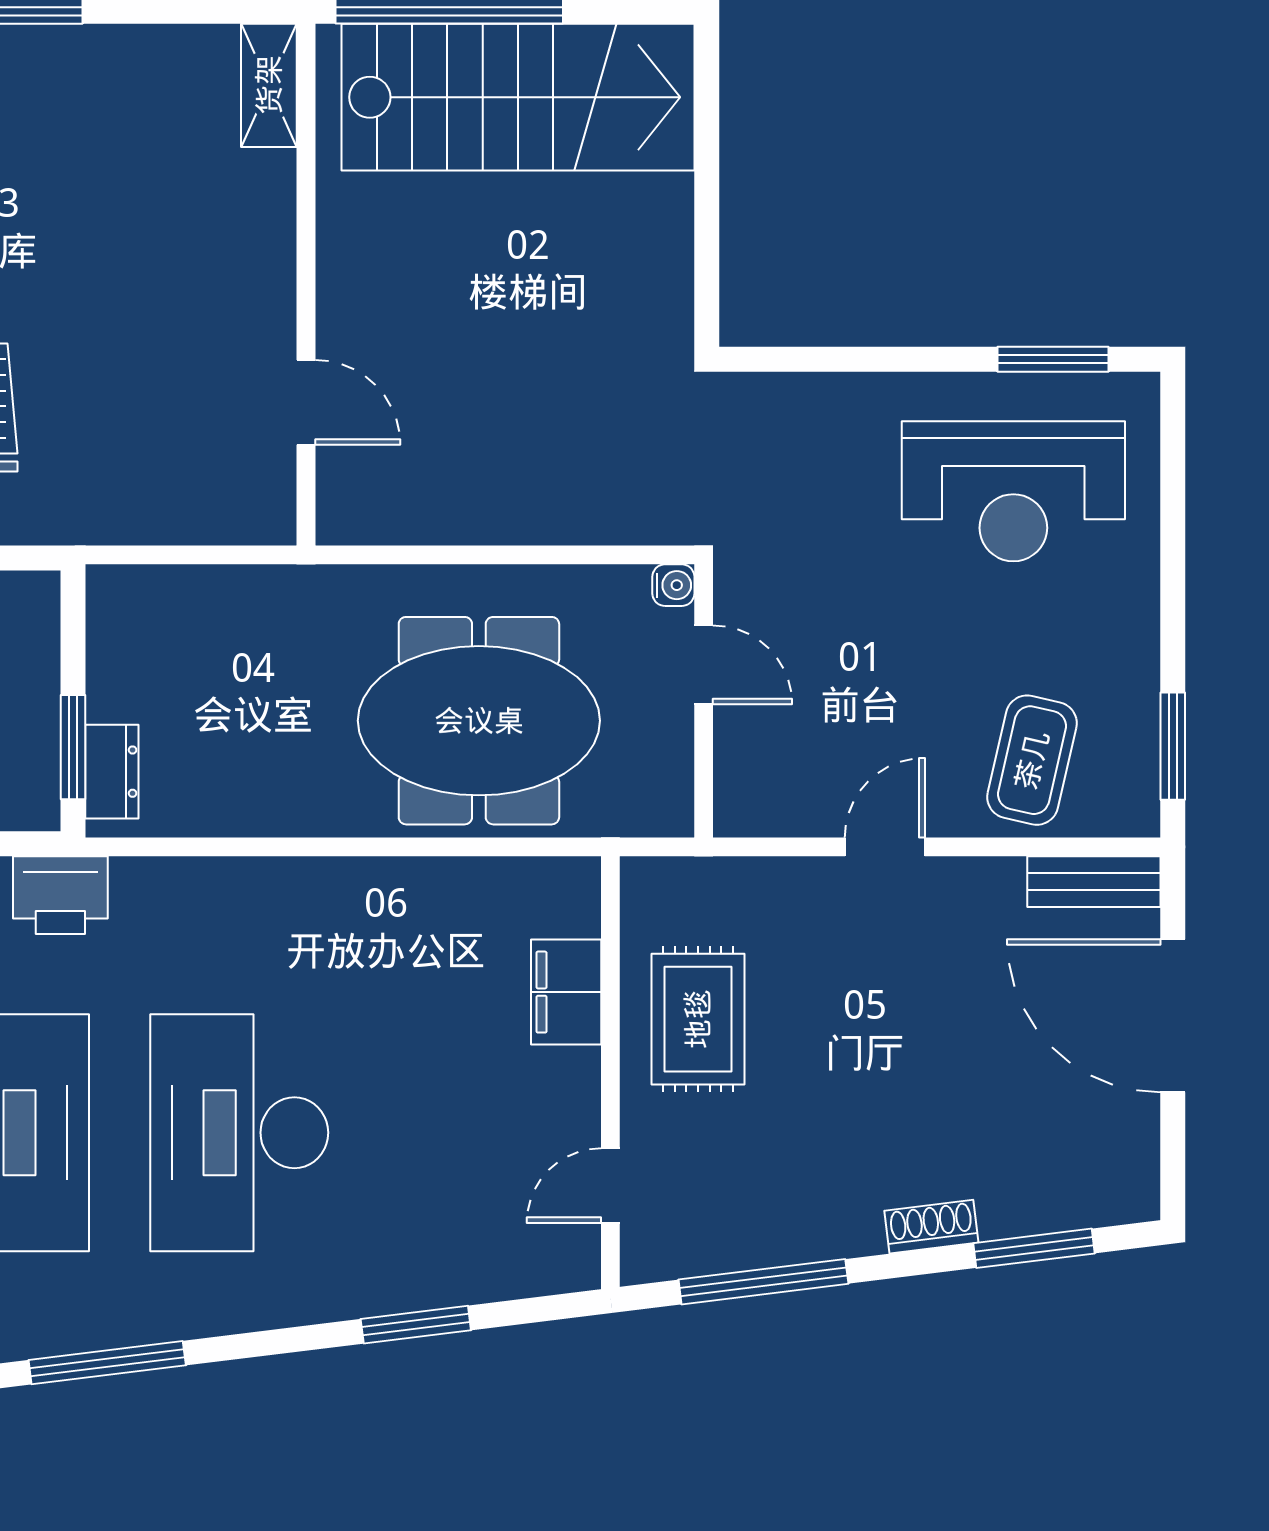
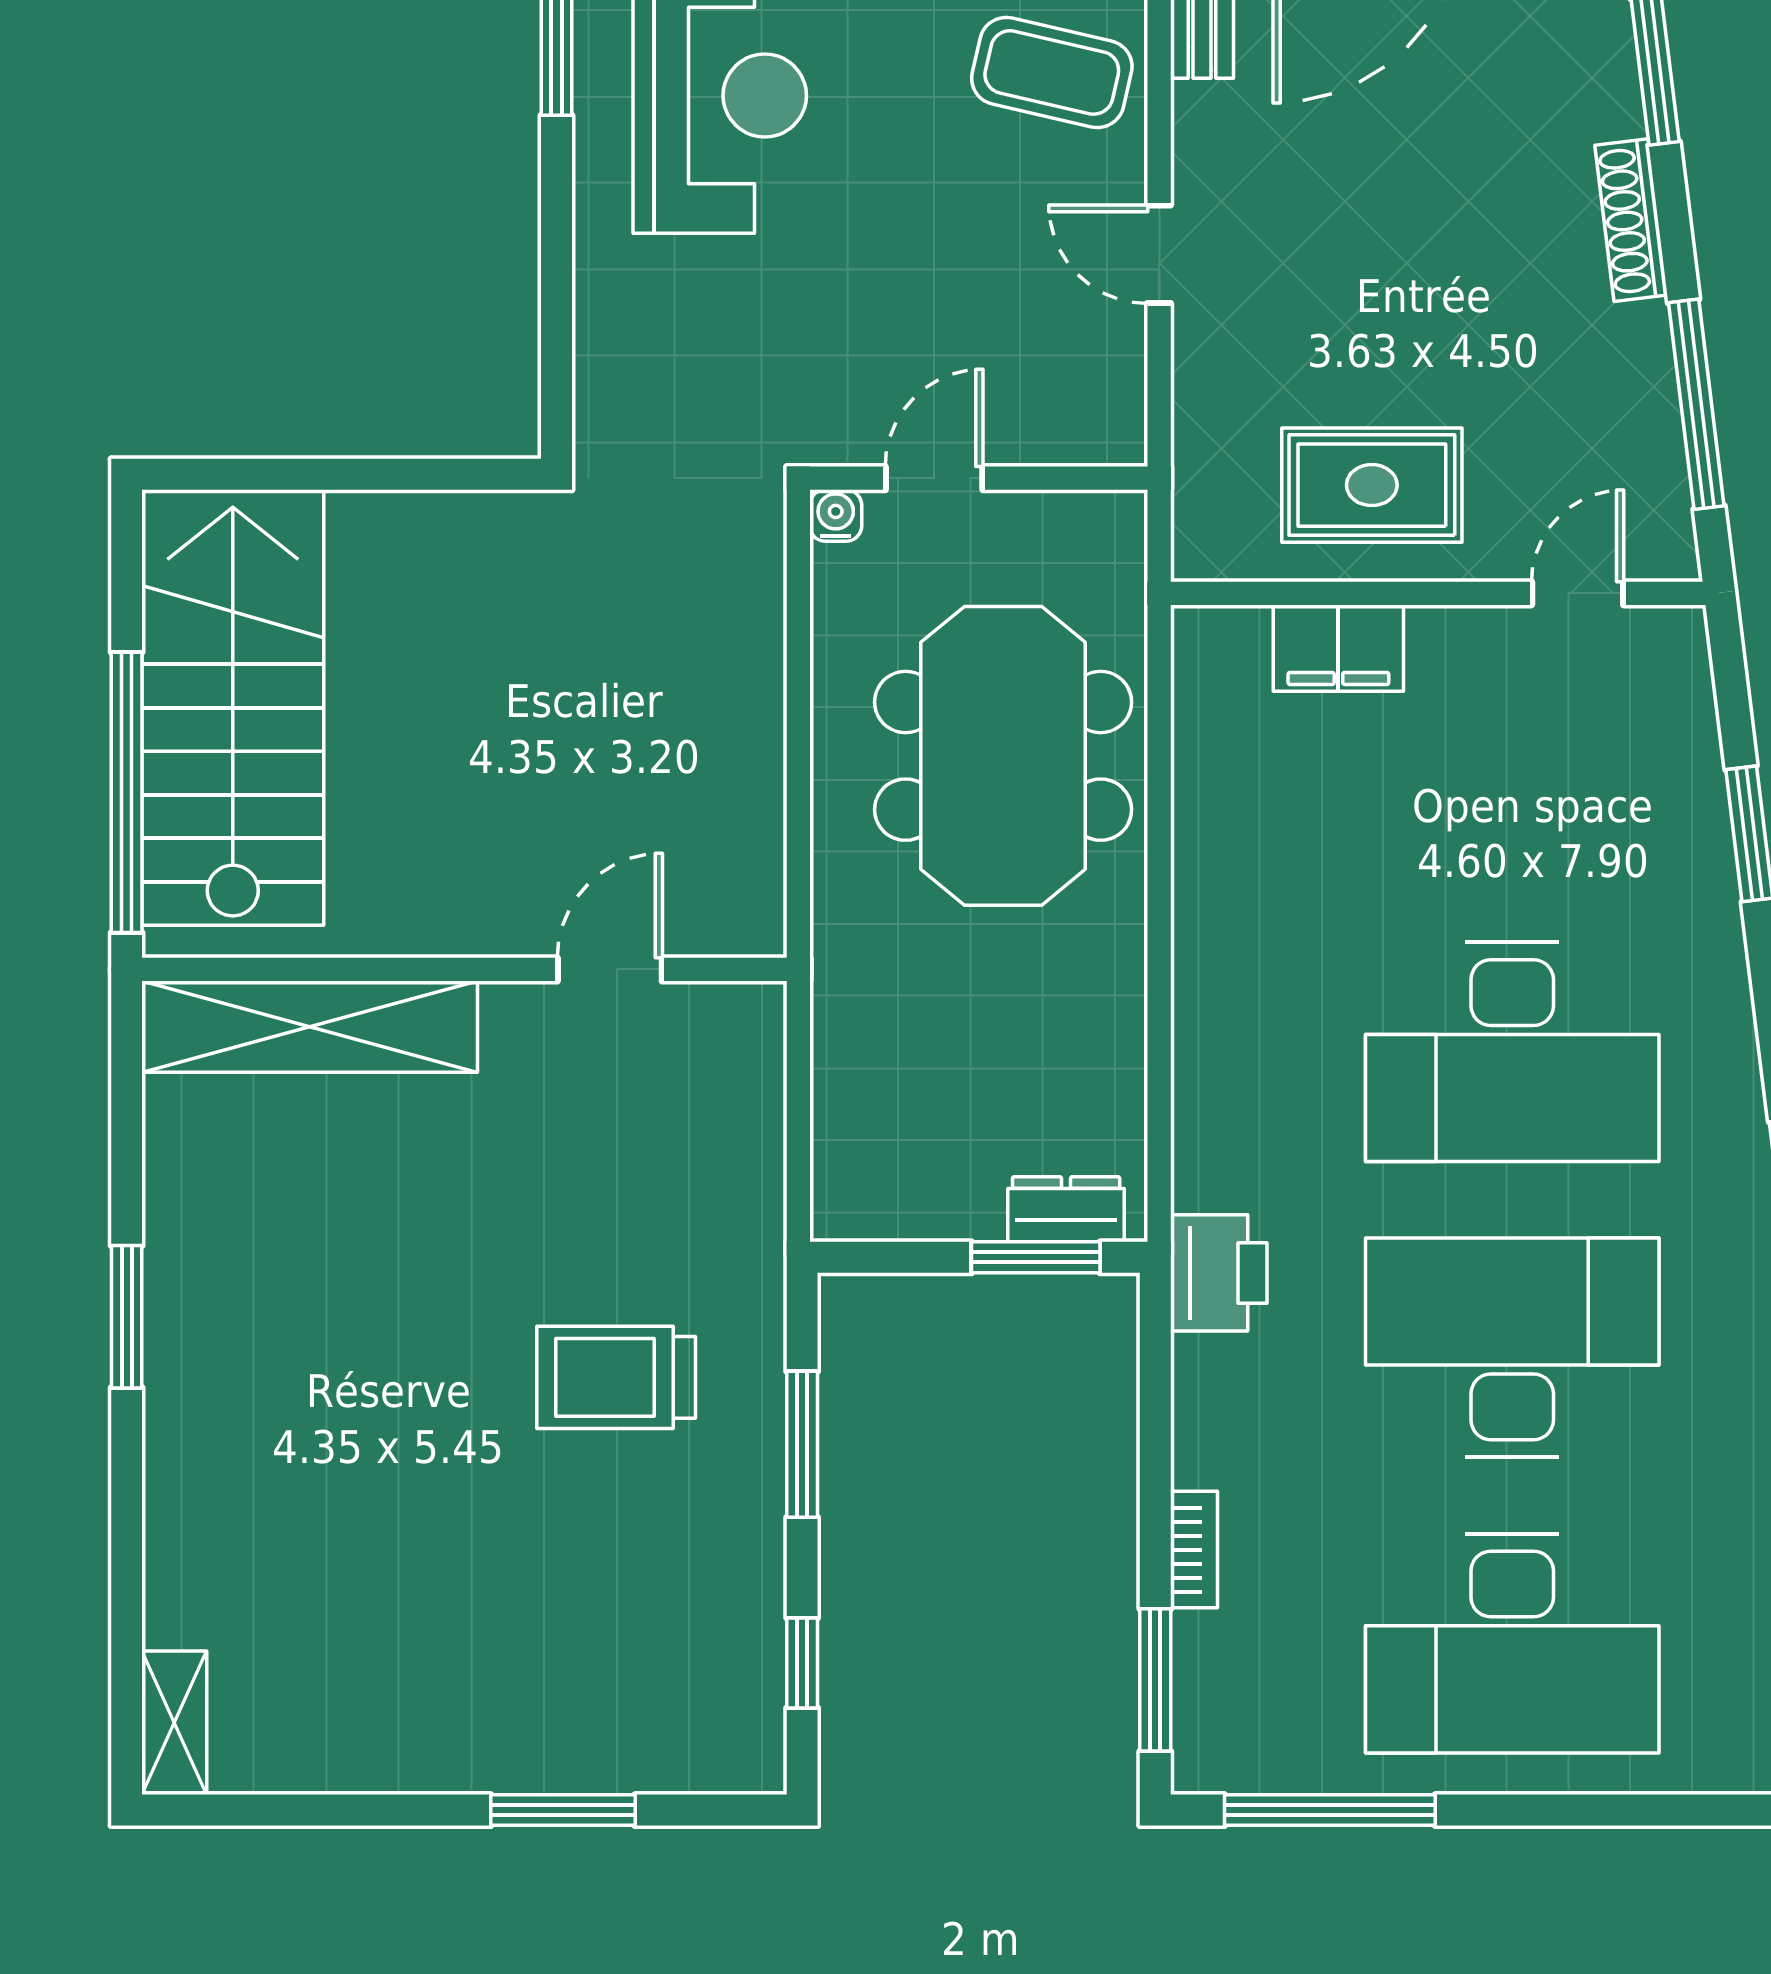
shelving: (269, 85) -> (310, 1027), width x2.20, depth x1.33
door: (610, 1186) -> (1578, 593), swing flipped
shoe rack: (931, 1227) -> (1631, 220), width x1.43

